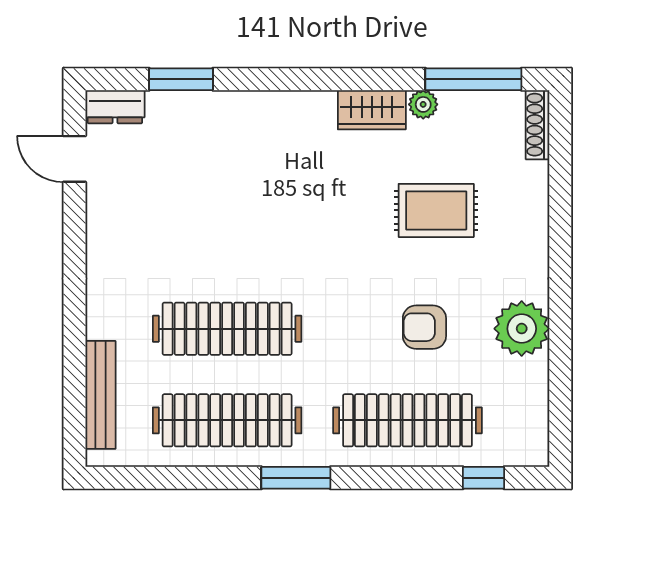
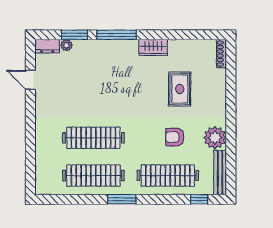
window: (473, 79) -> (116, 35), moved
plant: (423, 104) -> (66, 45), moved
door: (74, 159) -> (30, 80), moved
rug: (436, 210) -> (180, 89), turned 90
bench: (100, 395) -> (220, 173), moved

